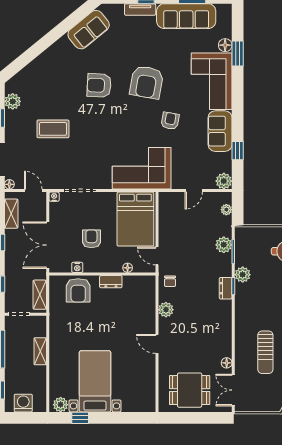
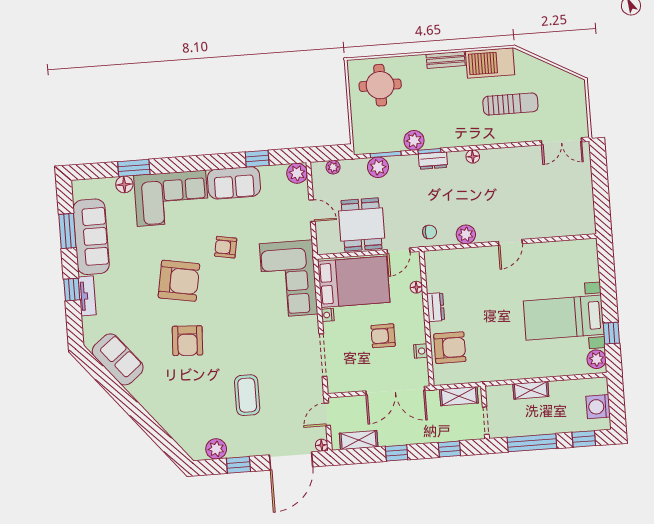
nightstand: (54, 197) -> (328, 315), moved
floor lamp: (227, 363) -> (473, 156), moved
dining table: (190, 390) -> (362, 225), moved

